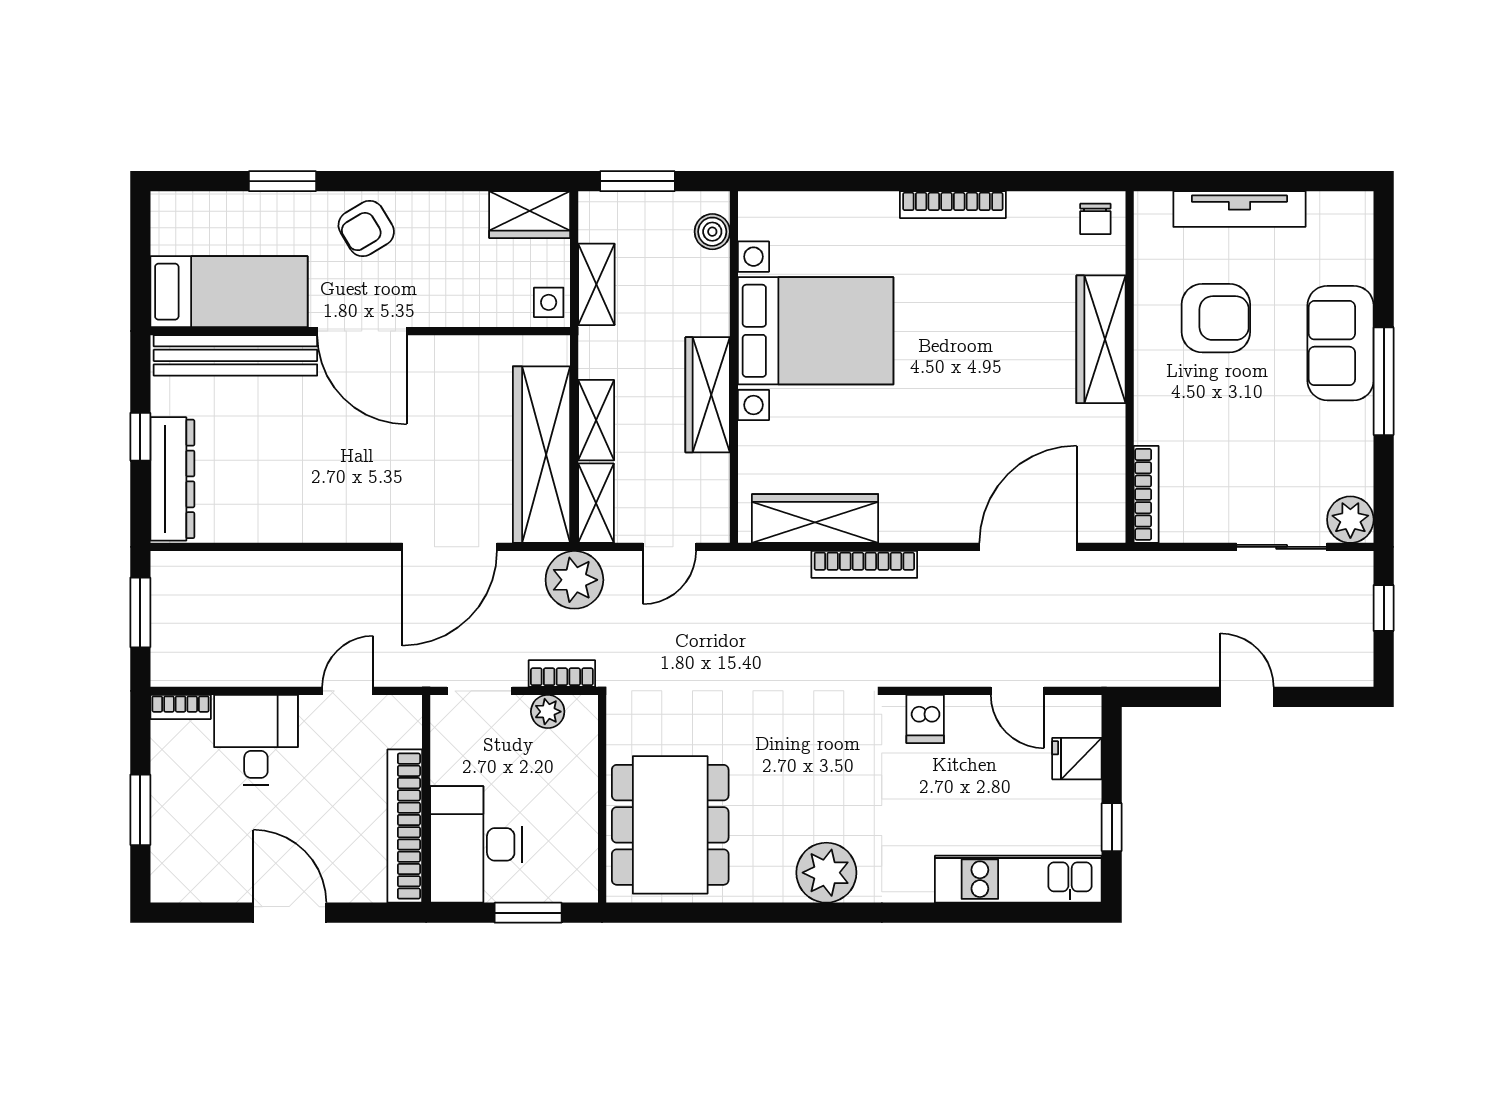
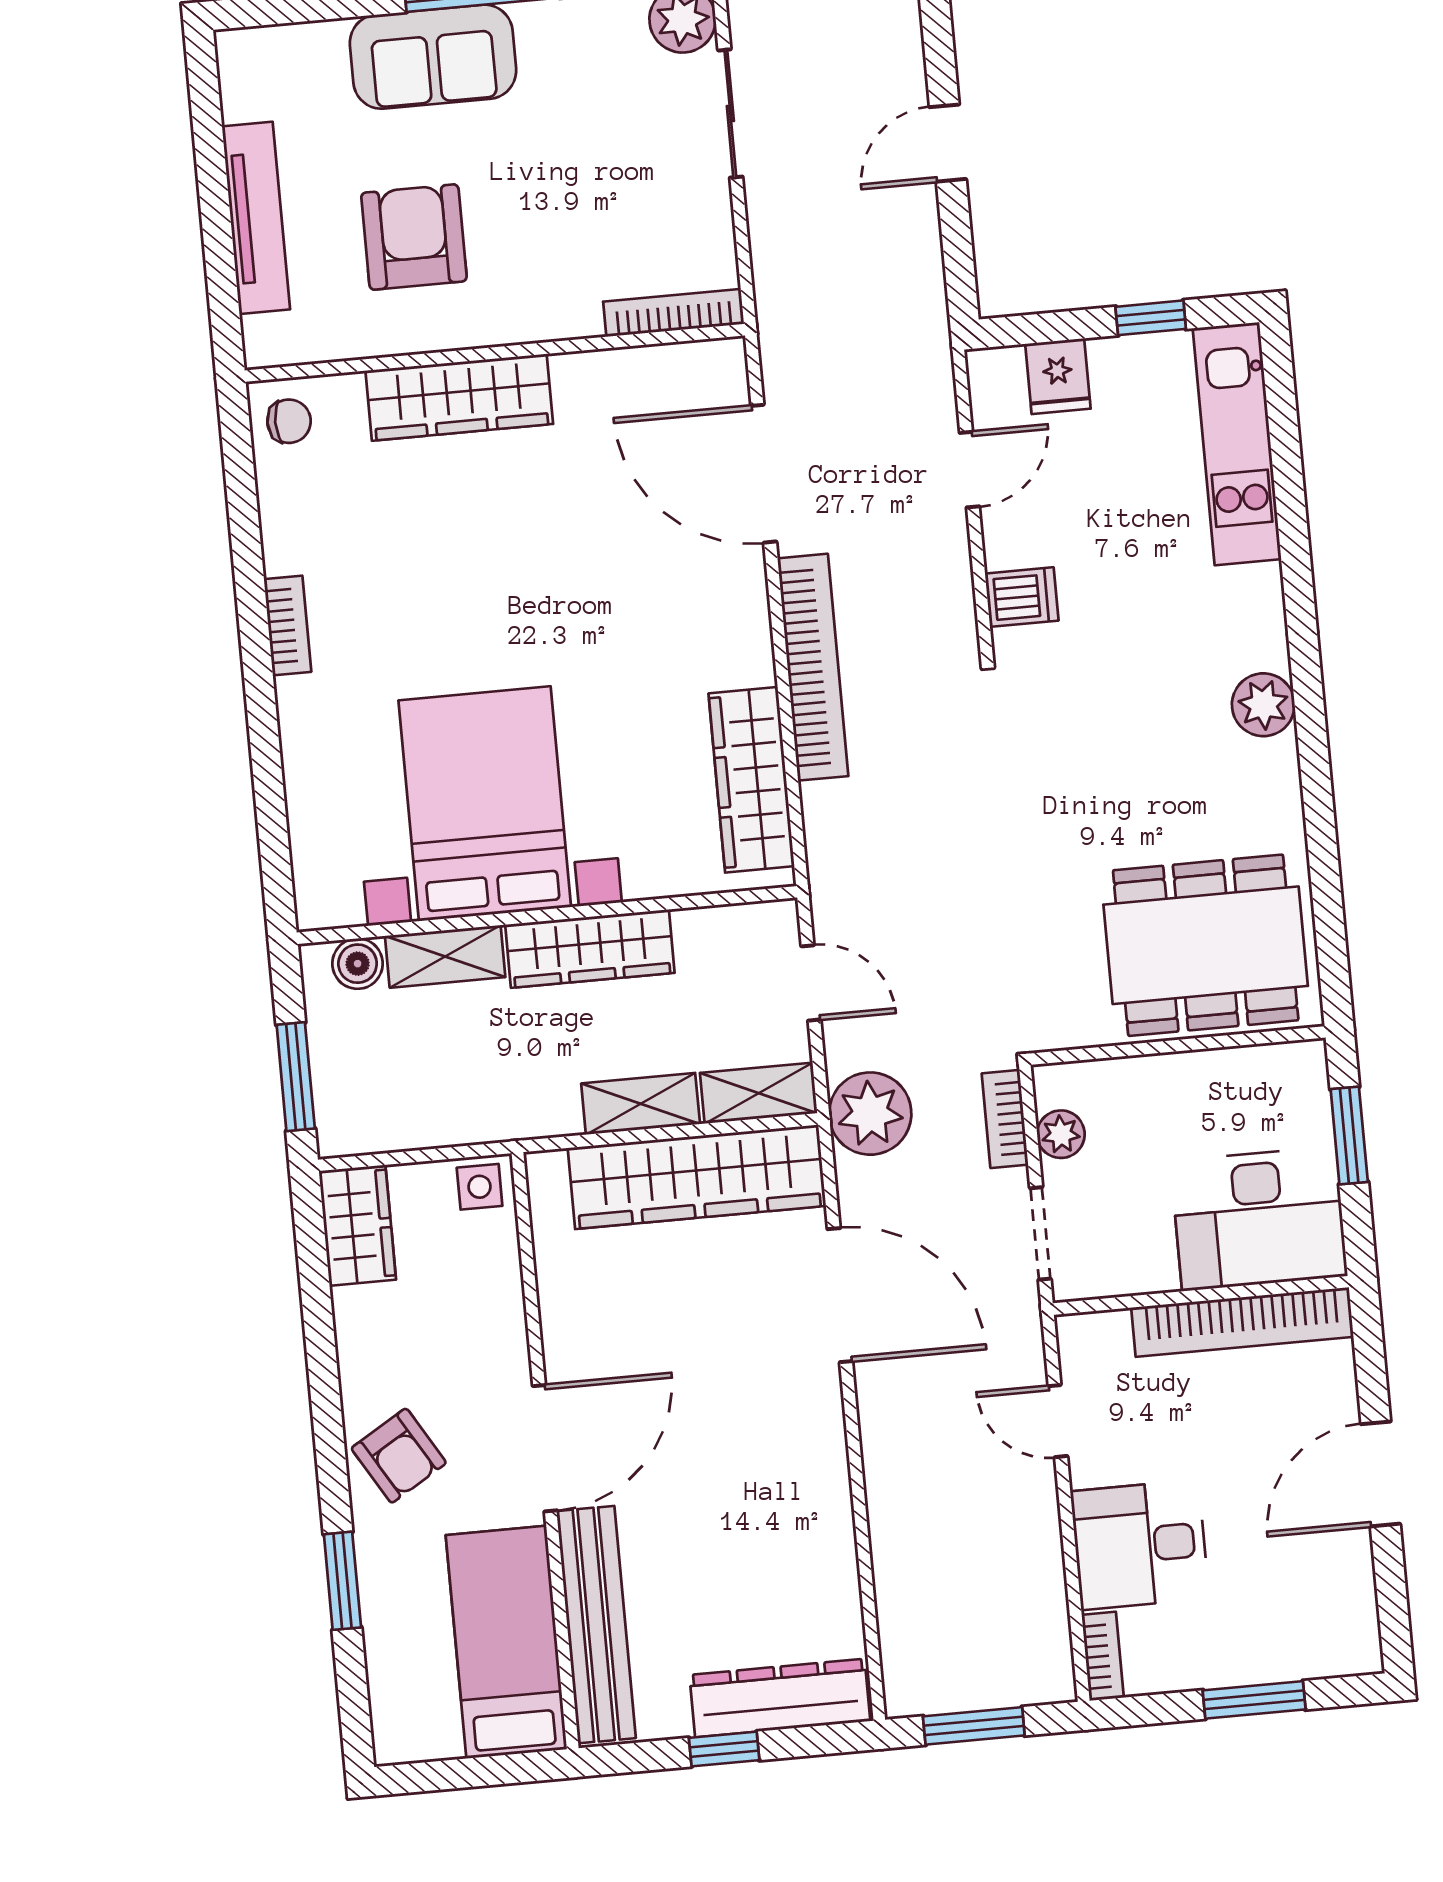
bookcase: (953, 205) -> (288, 625), width x0.64
shelving: (596, 284) -> (445, 956), moved
bookcase: (864, 564) -> (813, 667), width x1.48, depth x1.31
plant: (826, 873) -> (1263, 705), width x0.73, depth x0.73

